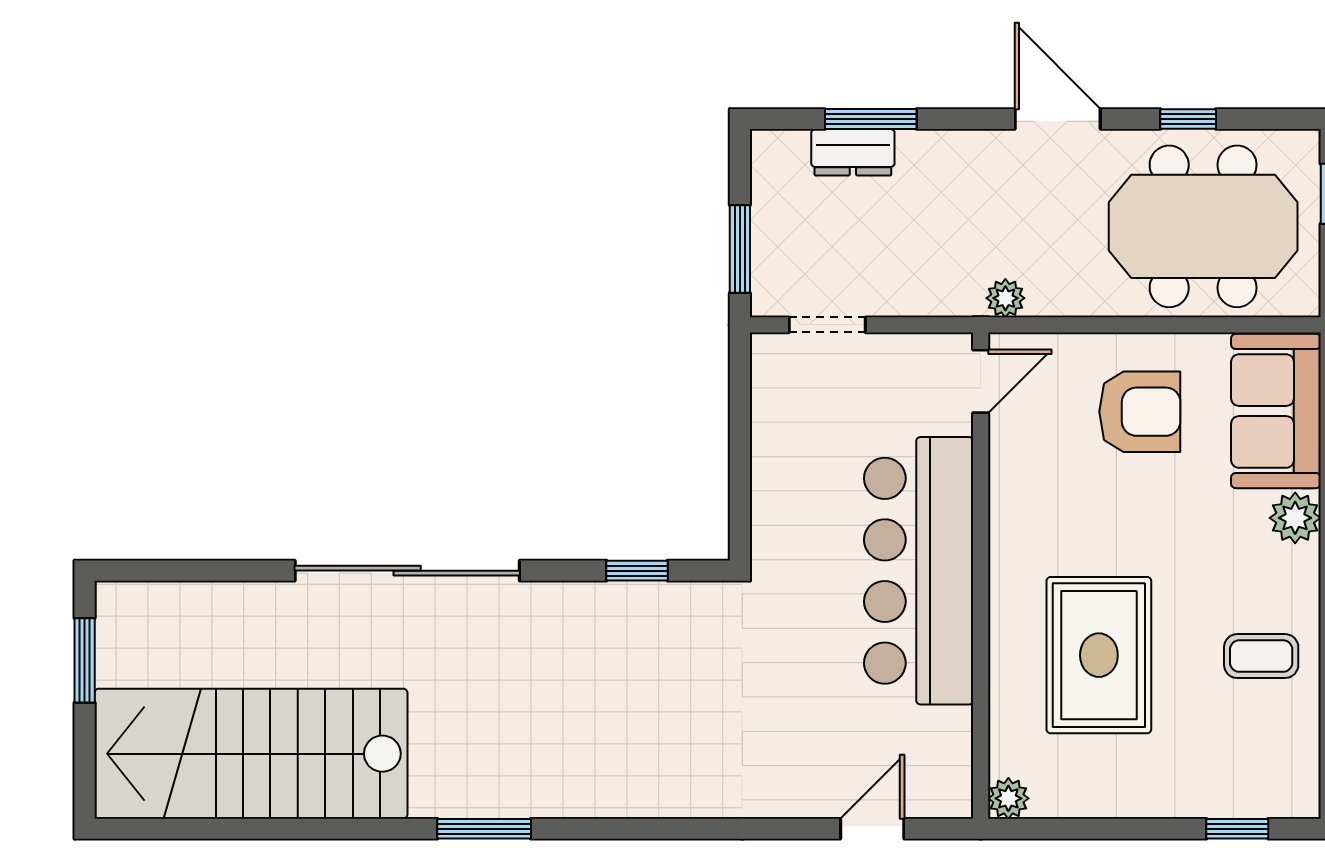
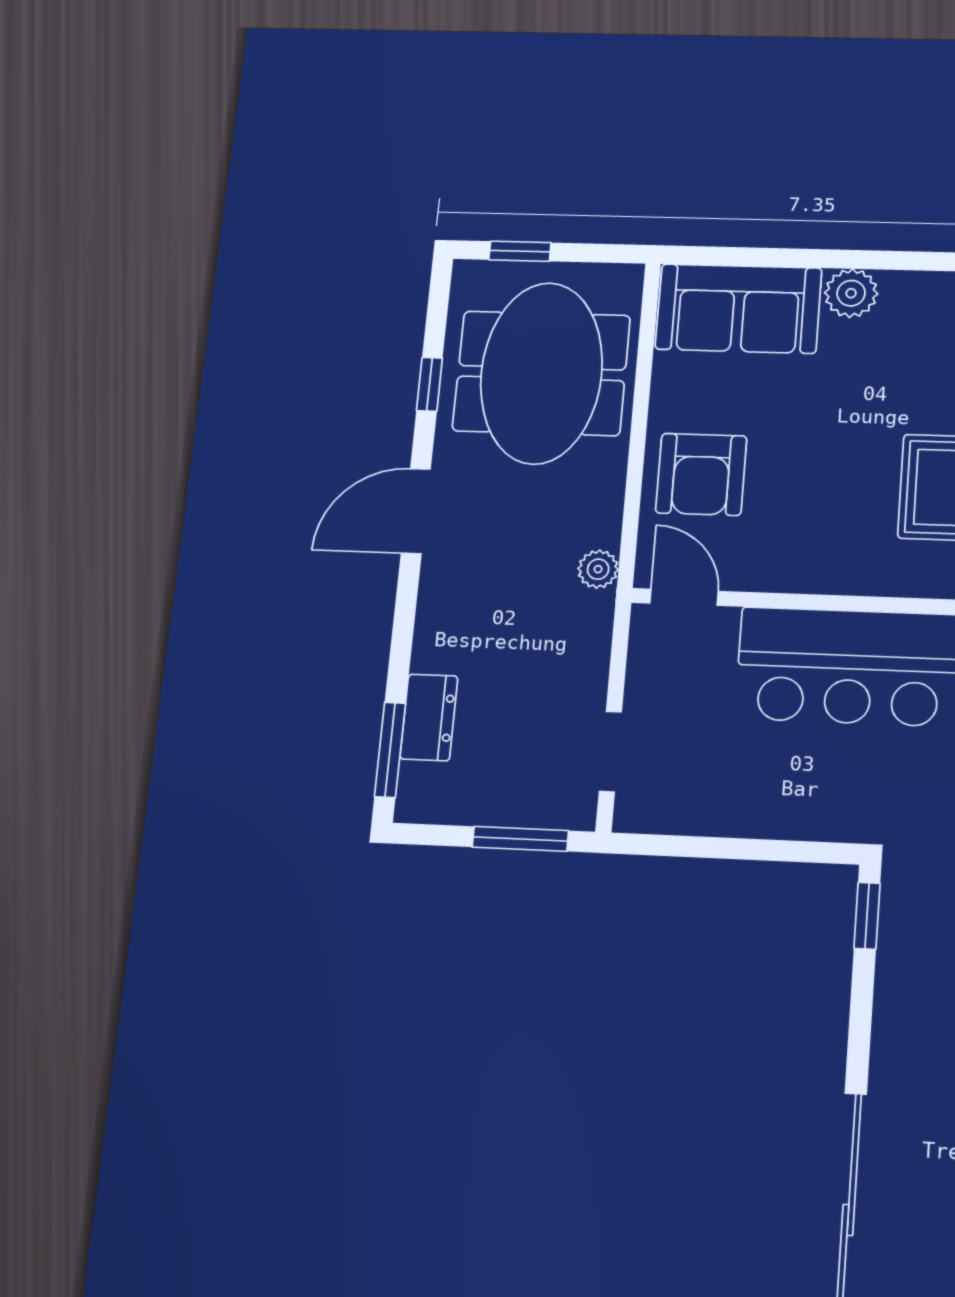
window: (871, 119) -> (390, 750), moved
armchair: (1140, 412) -> (701, 474), moved, turned 180
window: (637, 571) -> (867, 916), moved

